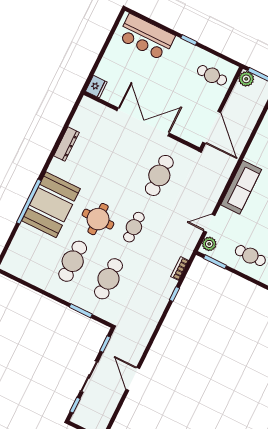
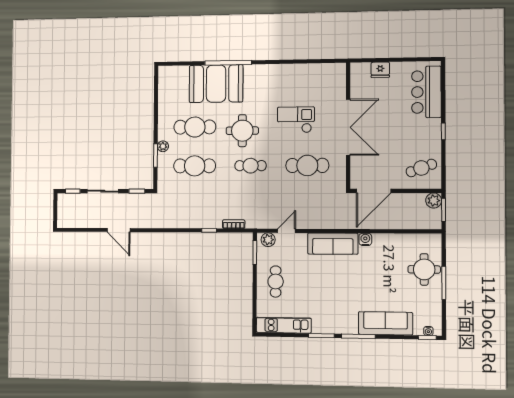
cafe table: (212, 75) -> (421, 168), turned 70
fridge: (96, 87) -> (380, 70), moved
dresser: (66, 144) -> (295, 70), removed
water cooler: (251, 156) -> (365, 239), added
checkout: (113, 165) -> (296, 120), added
booth: (51, 205) -> (216, 84), moved
door: (209, 223) -> (287, 231), hinge flipped
plant: (76, 300) -> (163, 146), added
door: (133, 379) -> (119, 230), swing flipped

